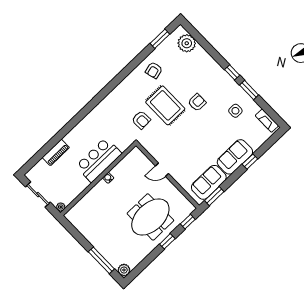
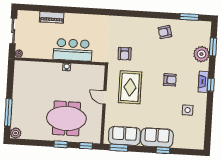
plant: (187, 43) -> (201, 54), moved
window: (249, 90) -> (213, 47), moved
rug: (165, 105) -> (130, 87), moved
fireplace: (267, 121) -> (203, 82), moved

